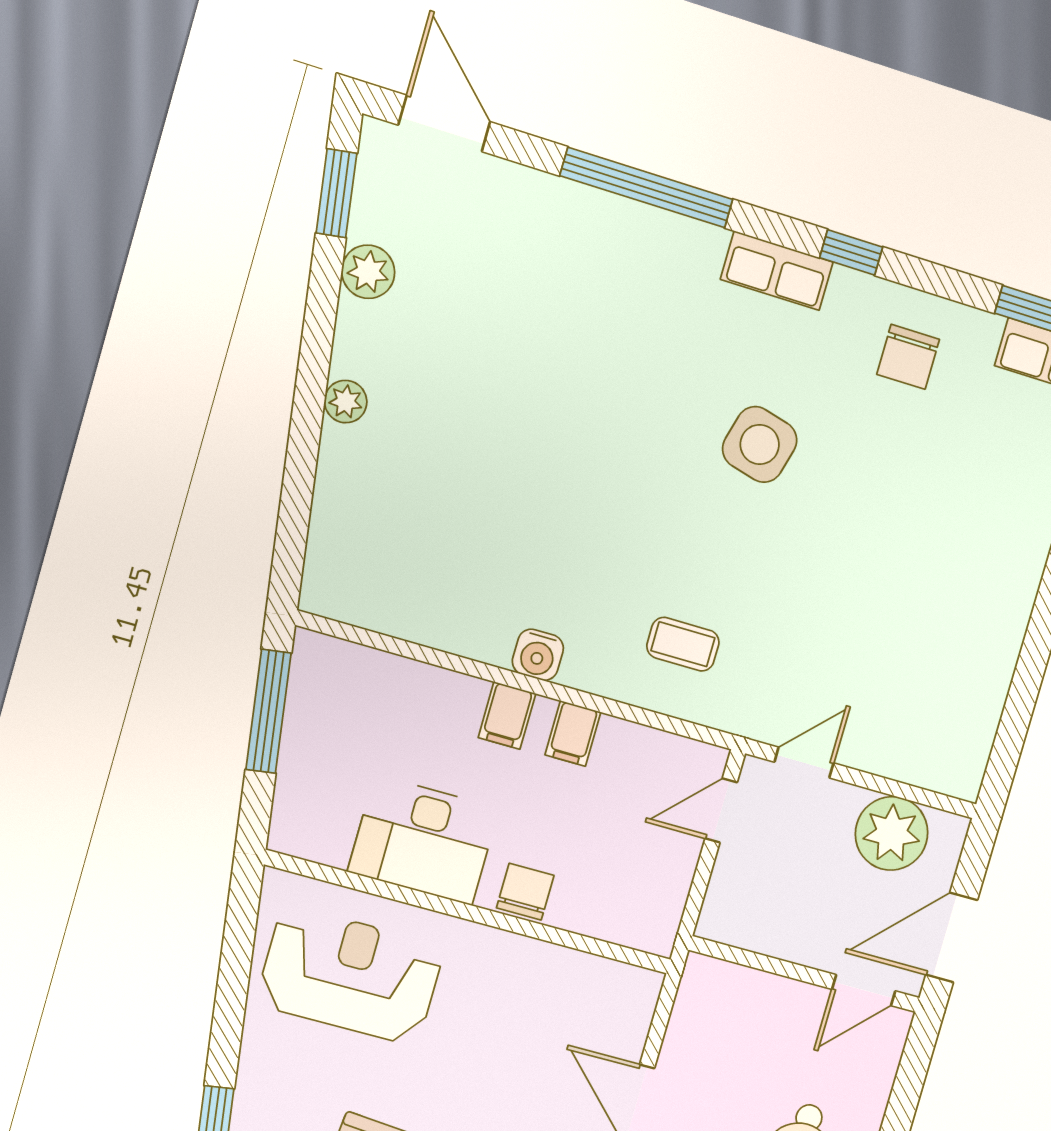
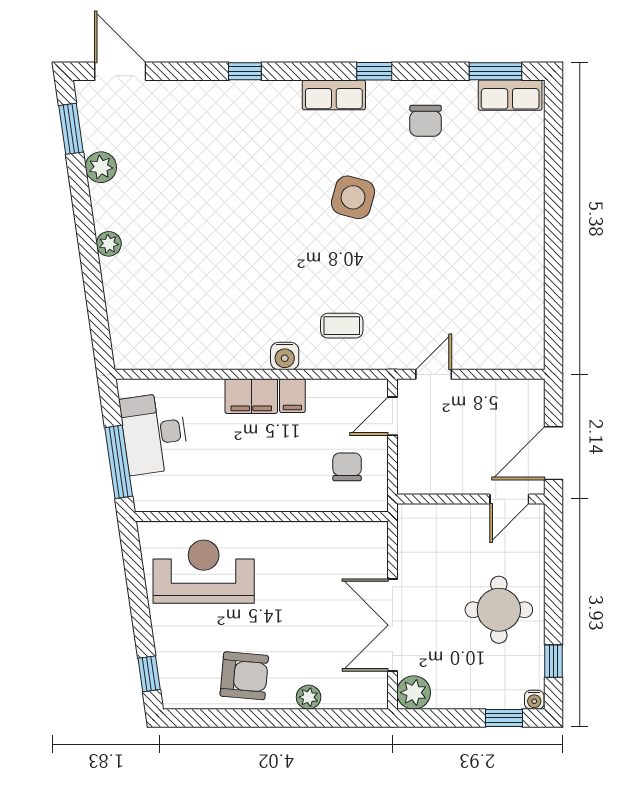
window: (647, 188) -> (245, 71), width x0.32
water cooler: (538, 655) -> (285, 356), moved
window: (269, 711) -> (119, 462), moved
filing cabinet: (507, 716) -> (251, 396), width x2.00
plant: (892, 833) -> (499, 401), removed
desk: (423, 840) -> (154, 433), moved, turned 82
chair: (525, 892) -> (347, 467), moved

